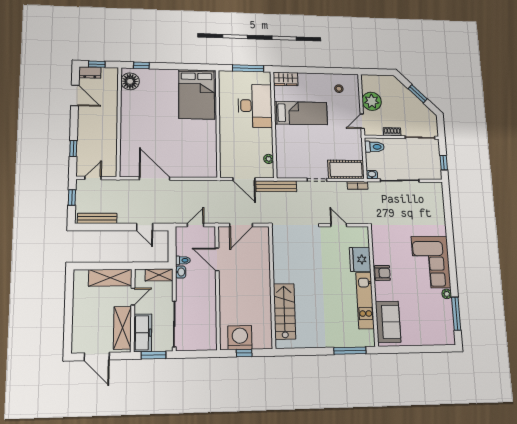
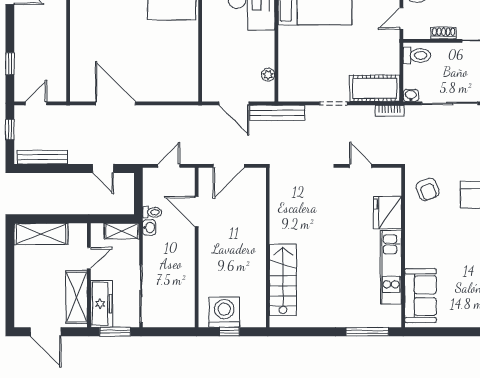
armchair: (382, 273) -> (428, 189), moved, turned 69
shelving: (110, 278) -> (41, 234), moved

